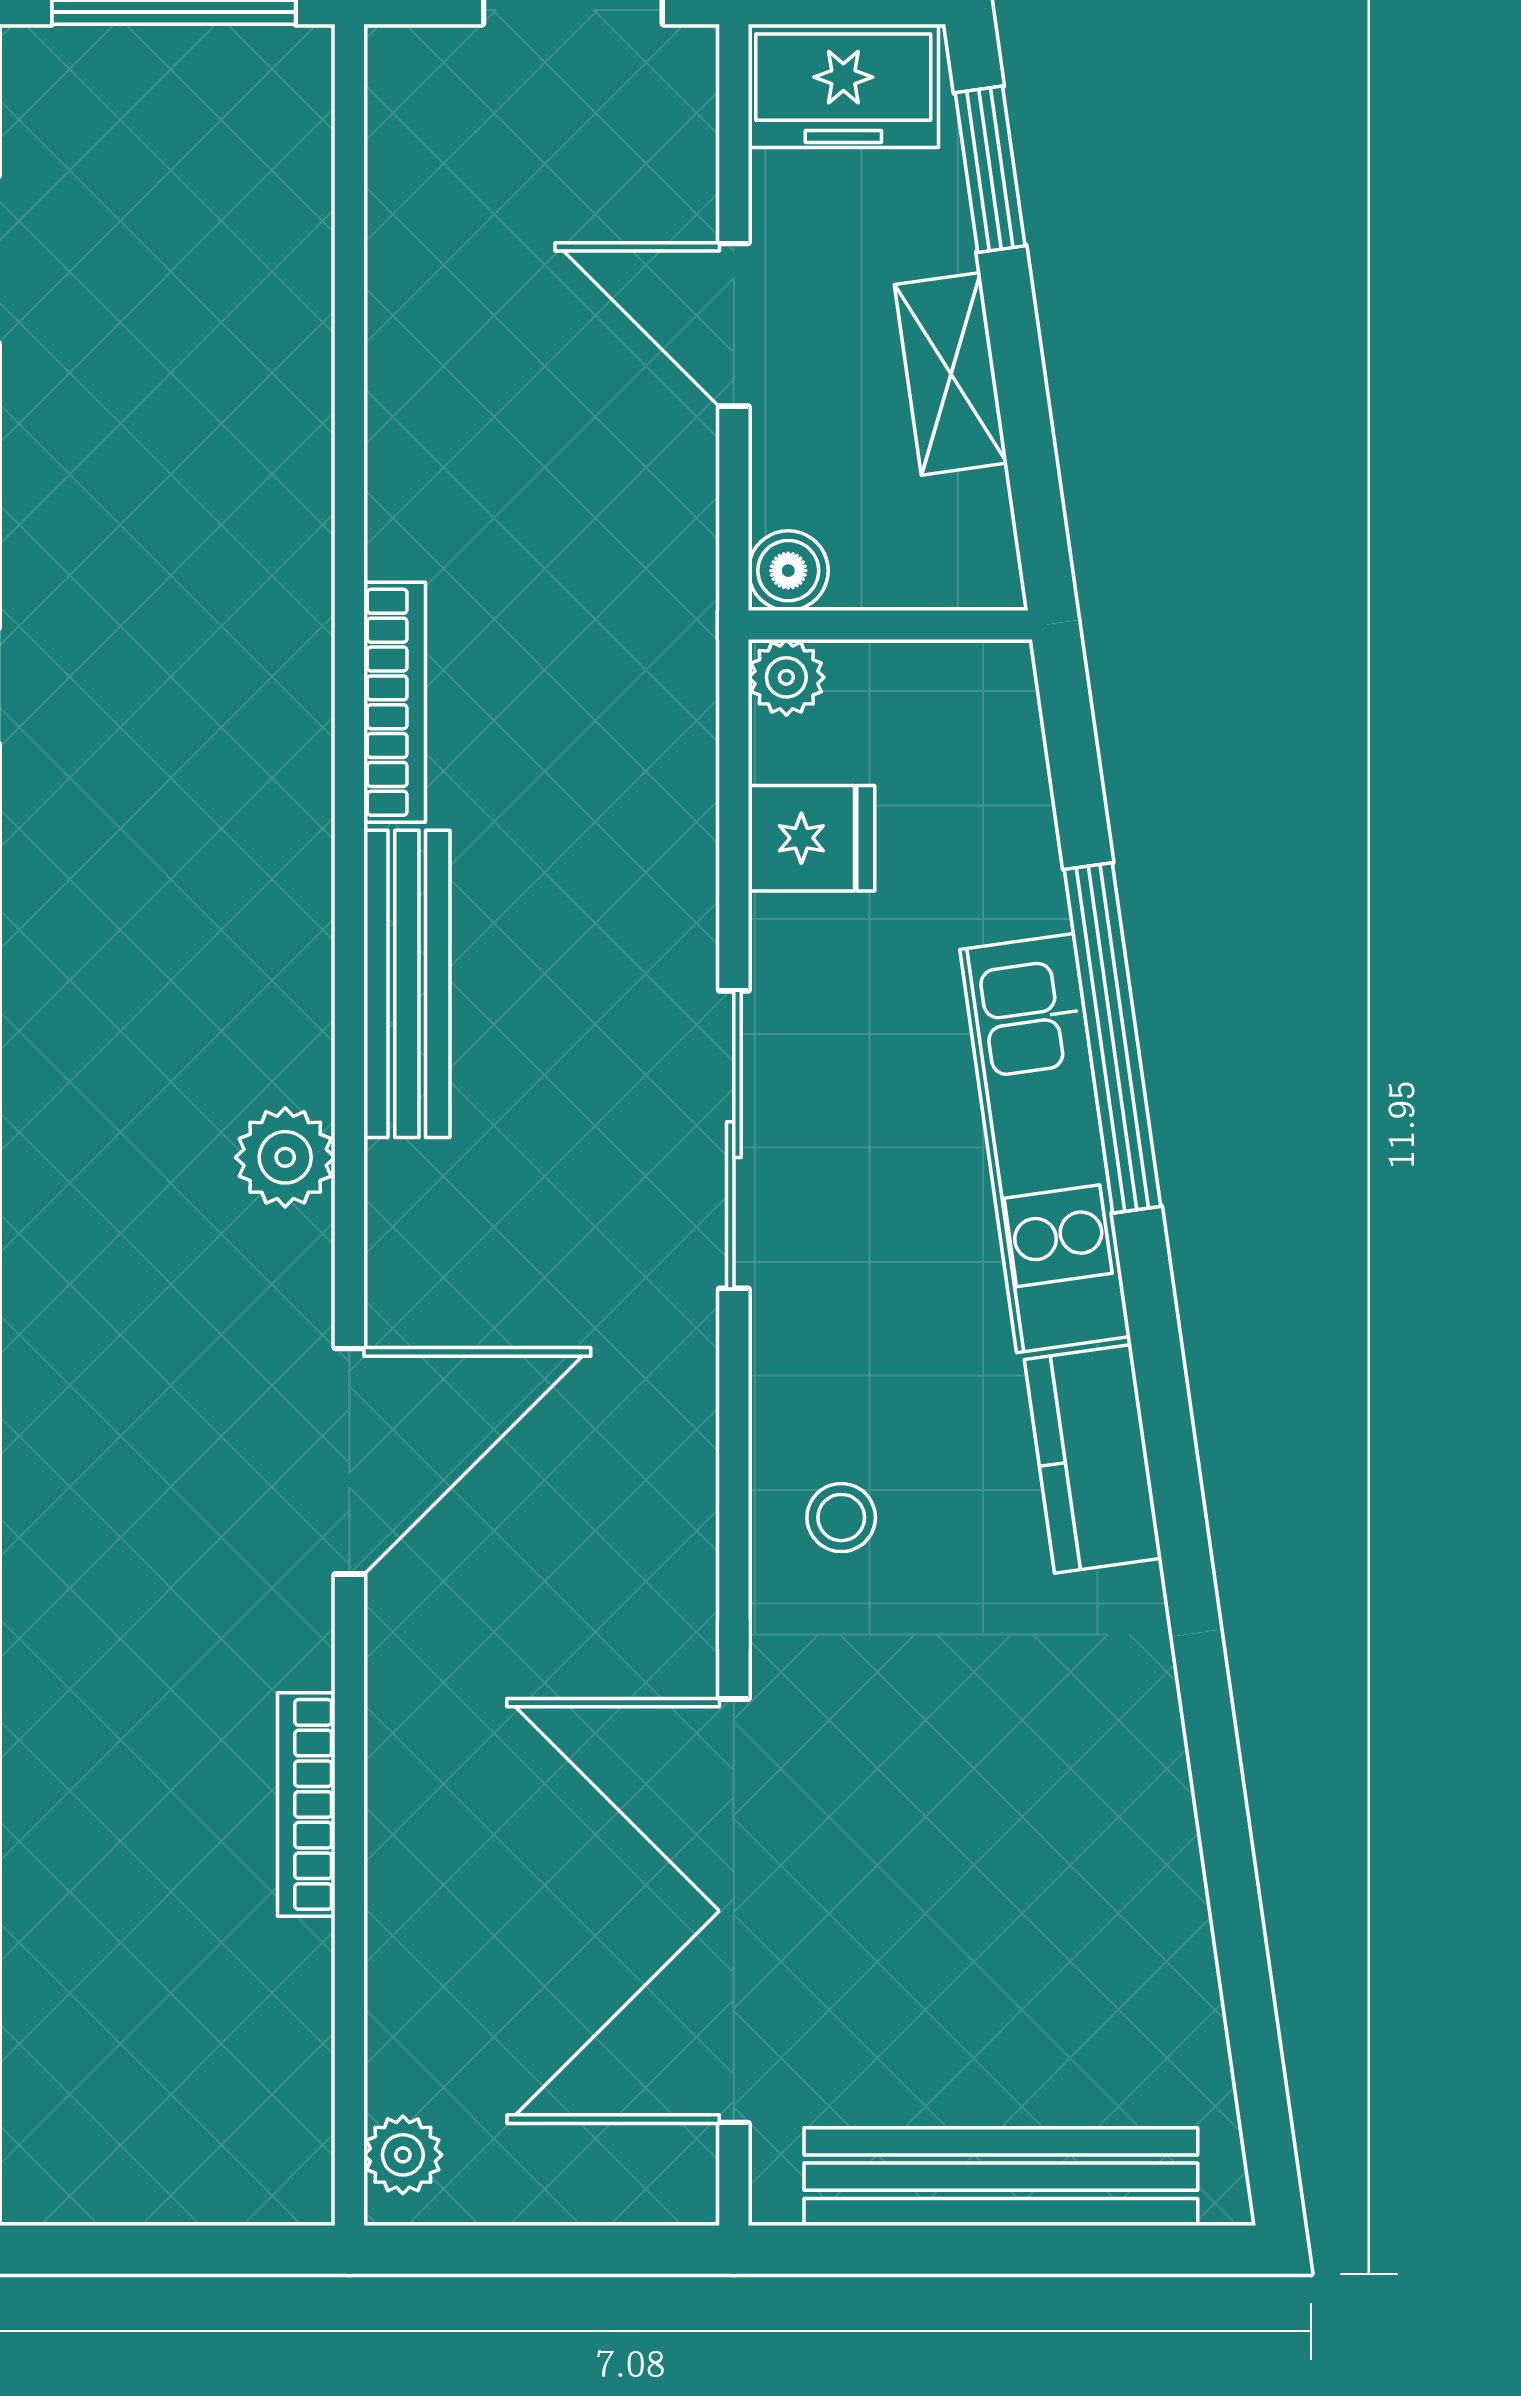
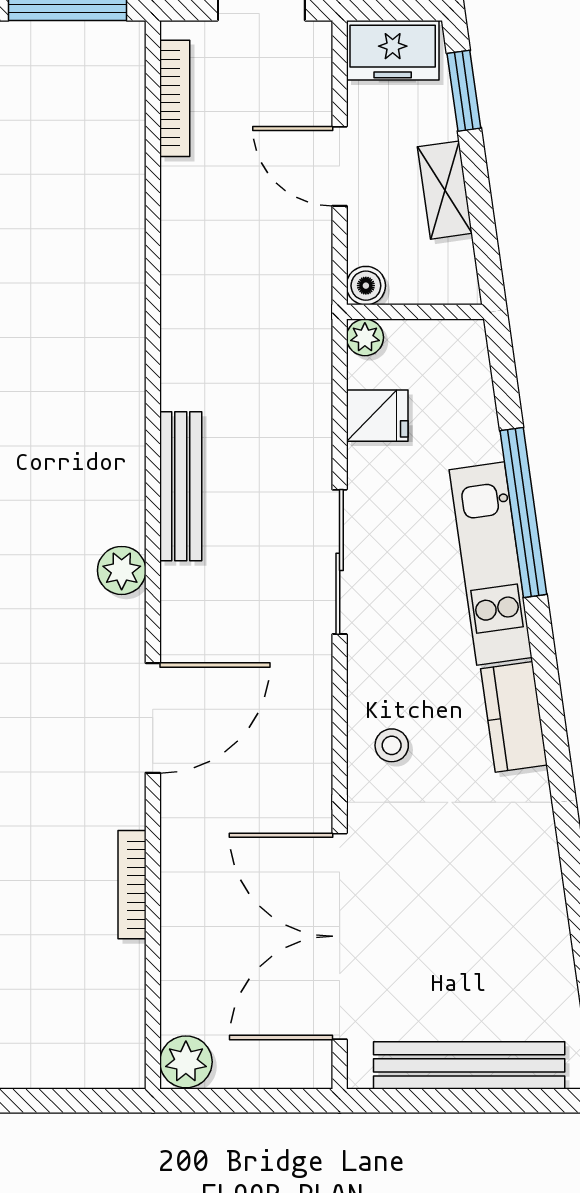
bookcase: (395, 702) -> (175, 98), moved
plant: (403, 2155) -> (186, 1062), width x1.38, depth x1.38

